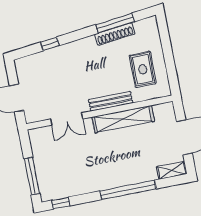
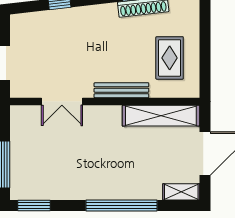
shelving: (123, 119) -> (161, 116), moved
window: (61, 203) -> (34, 206), width x1.50

